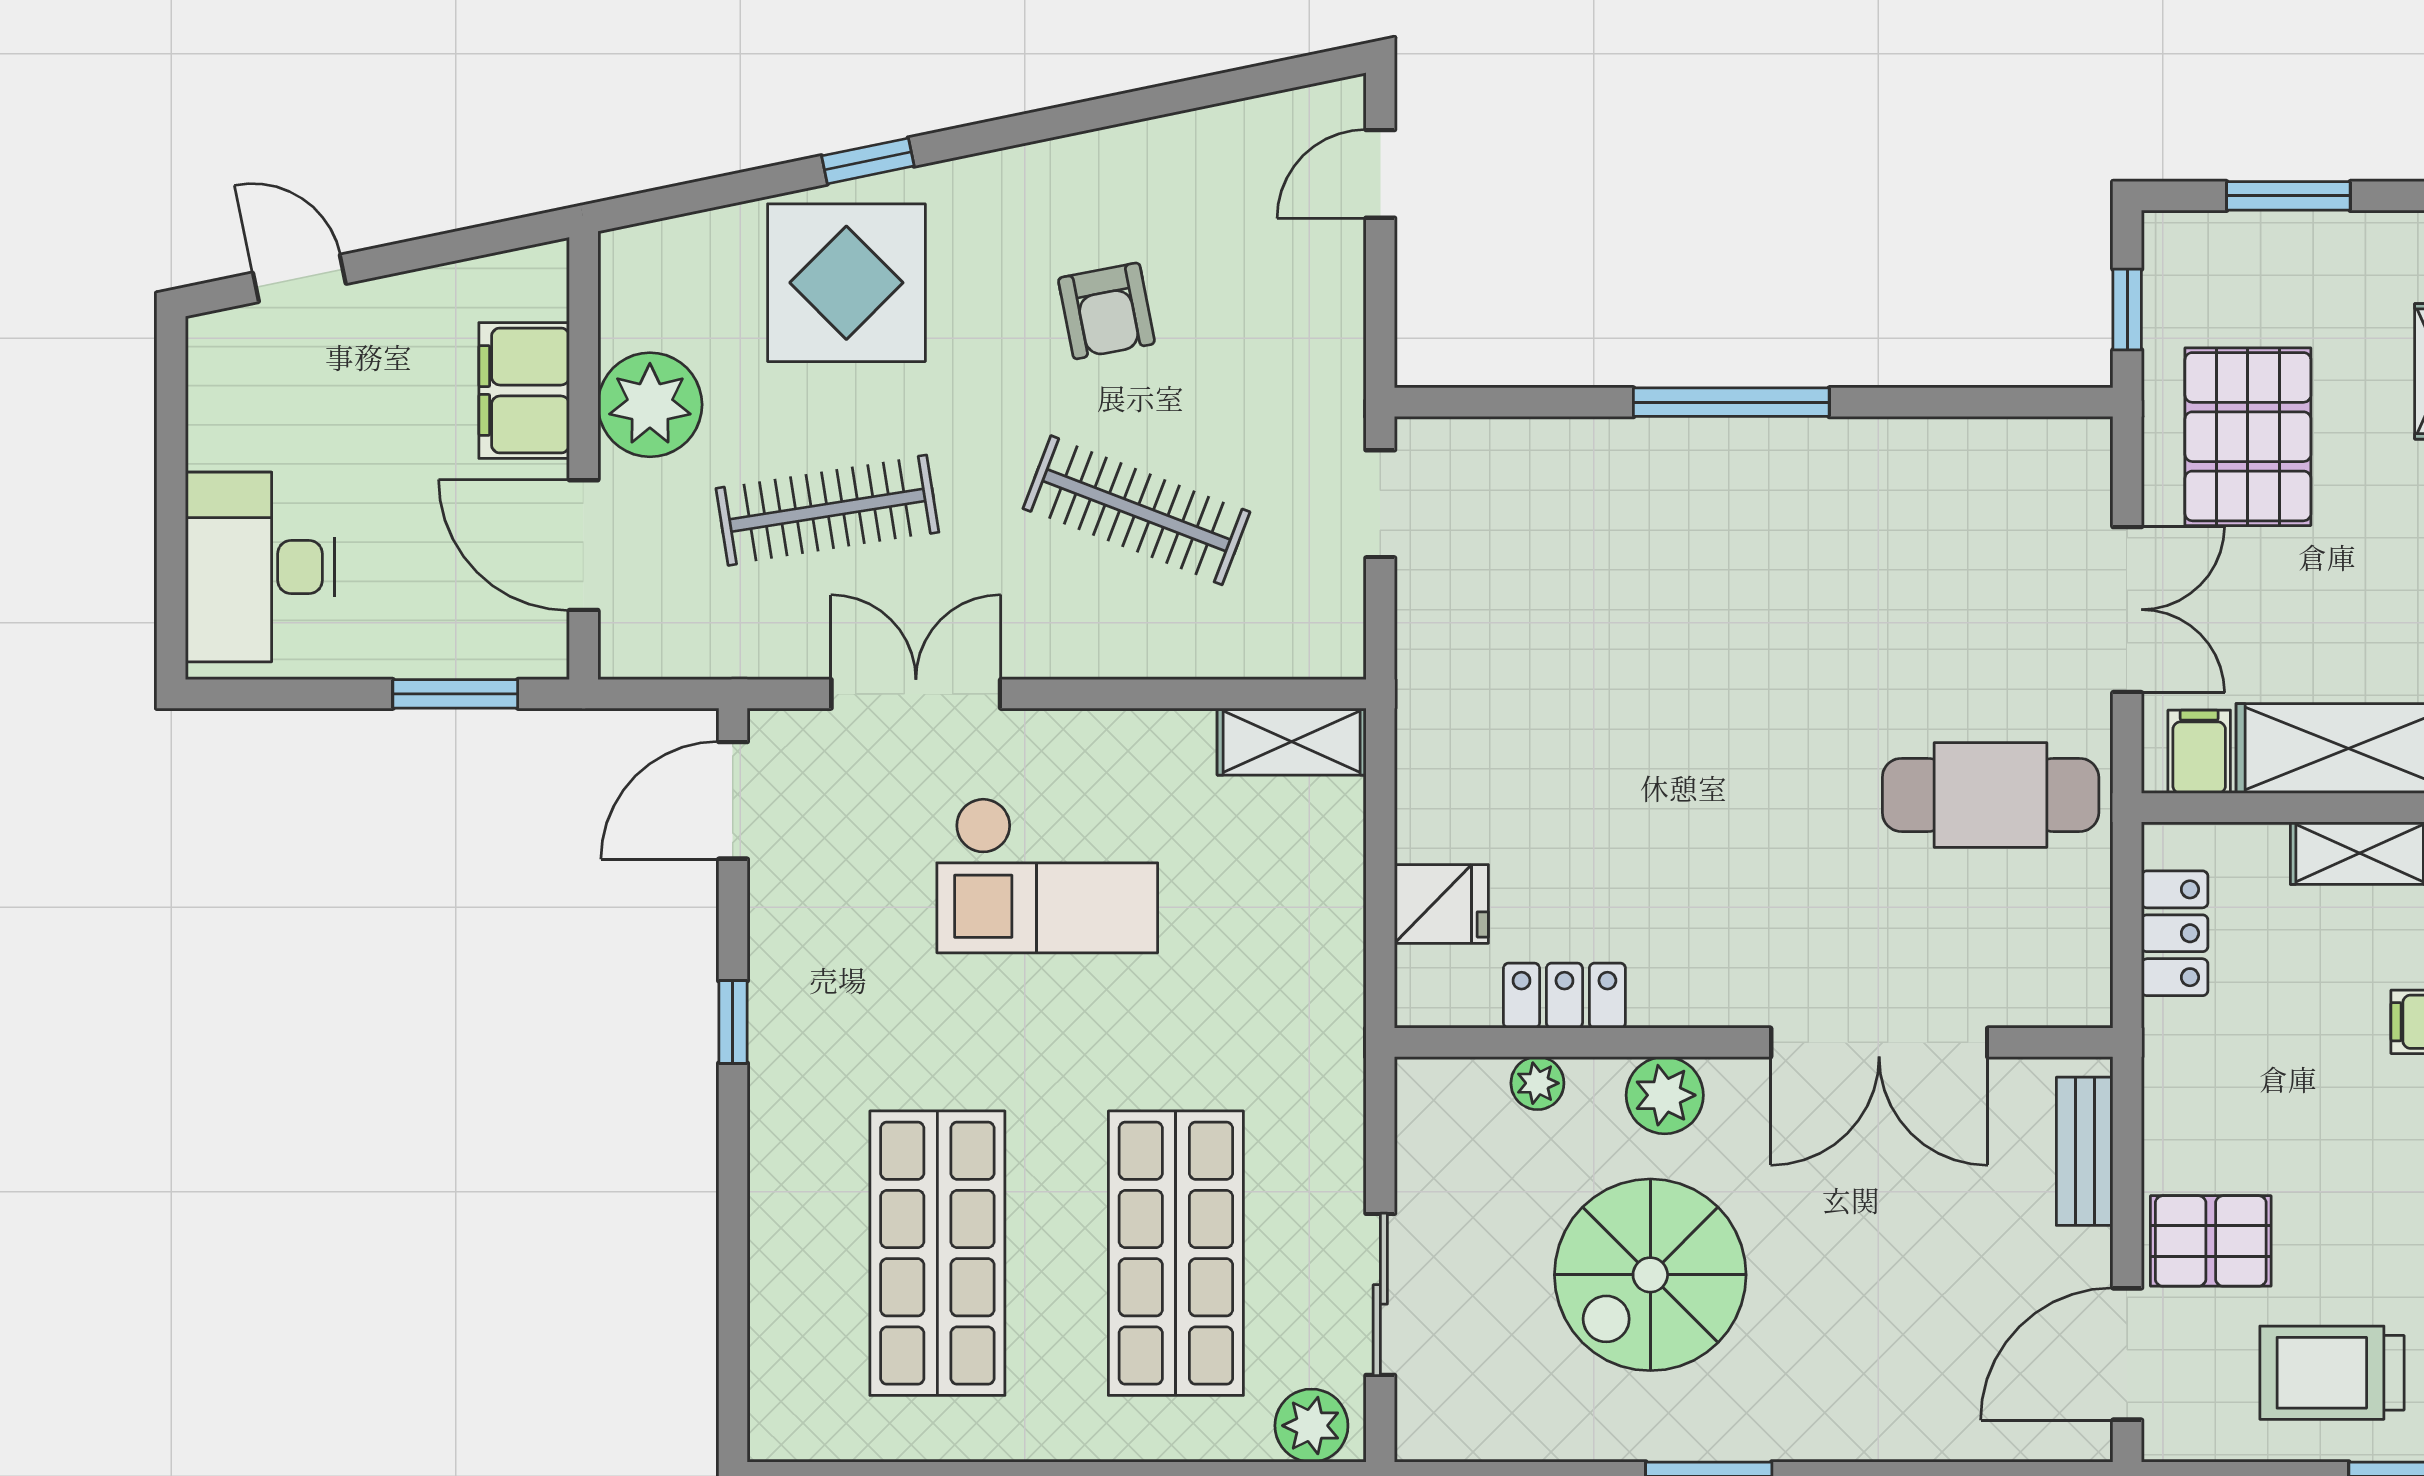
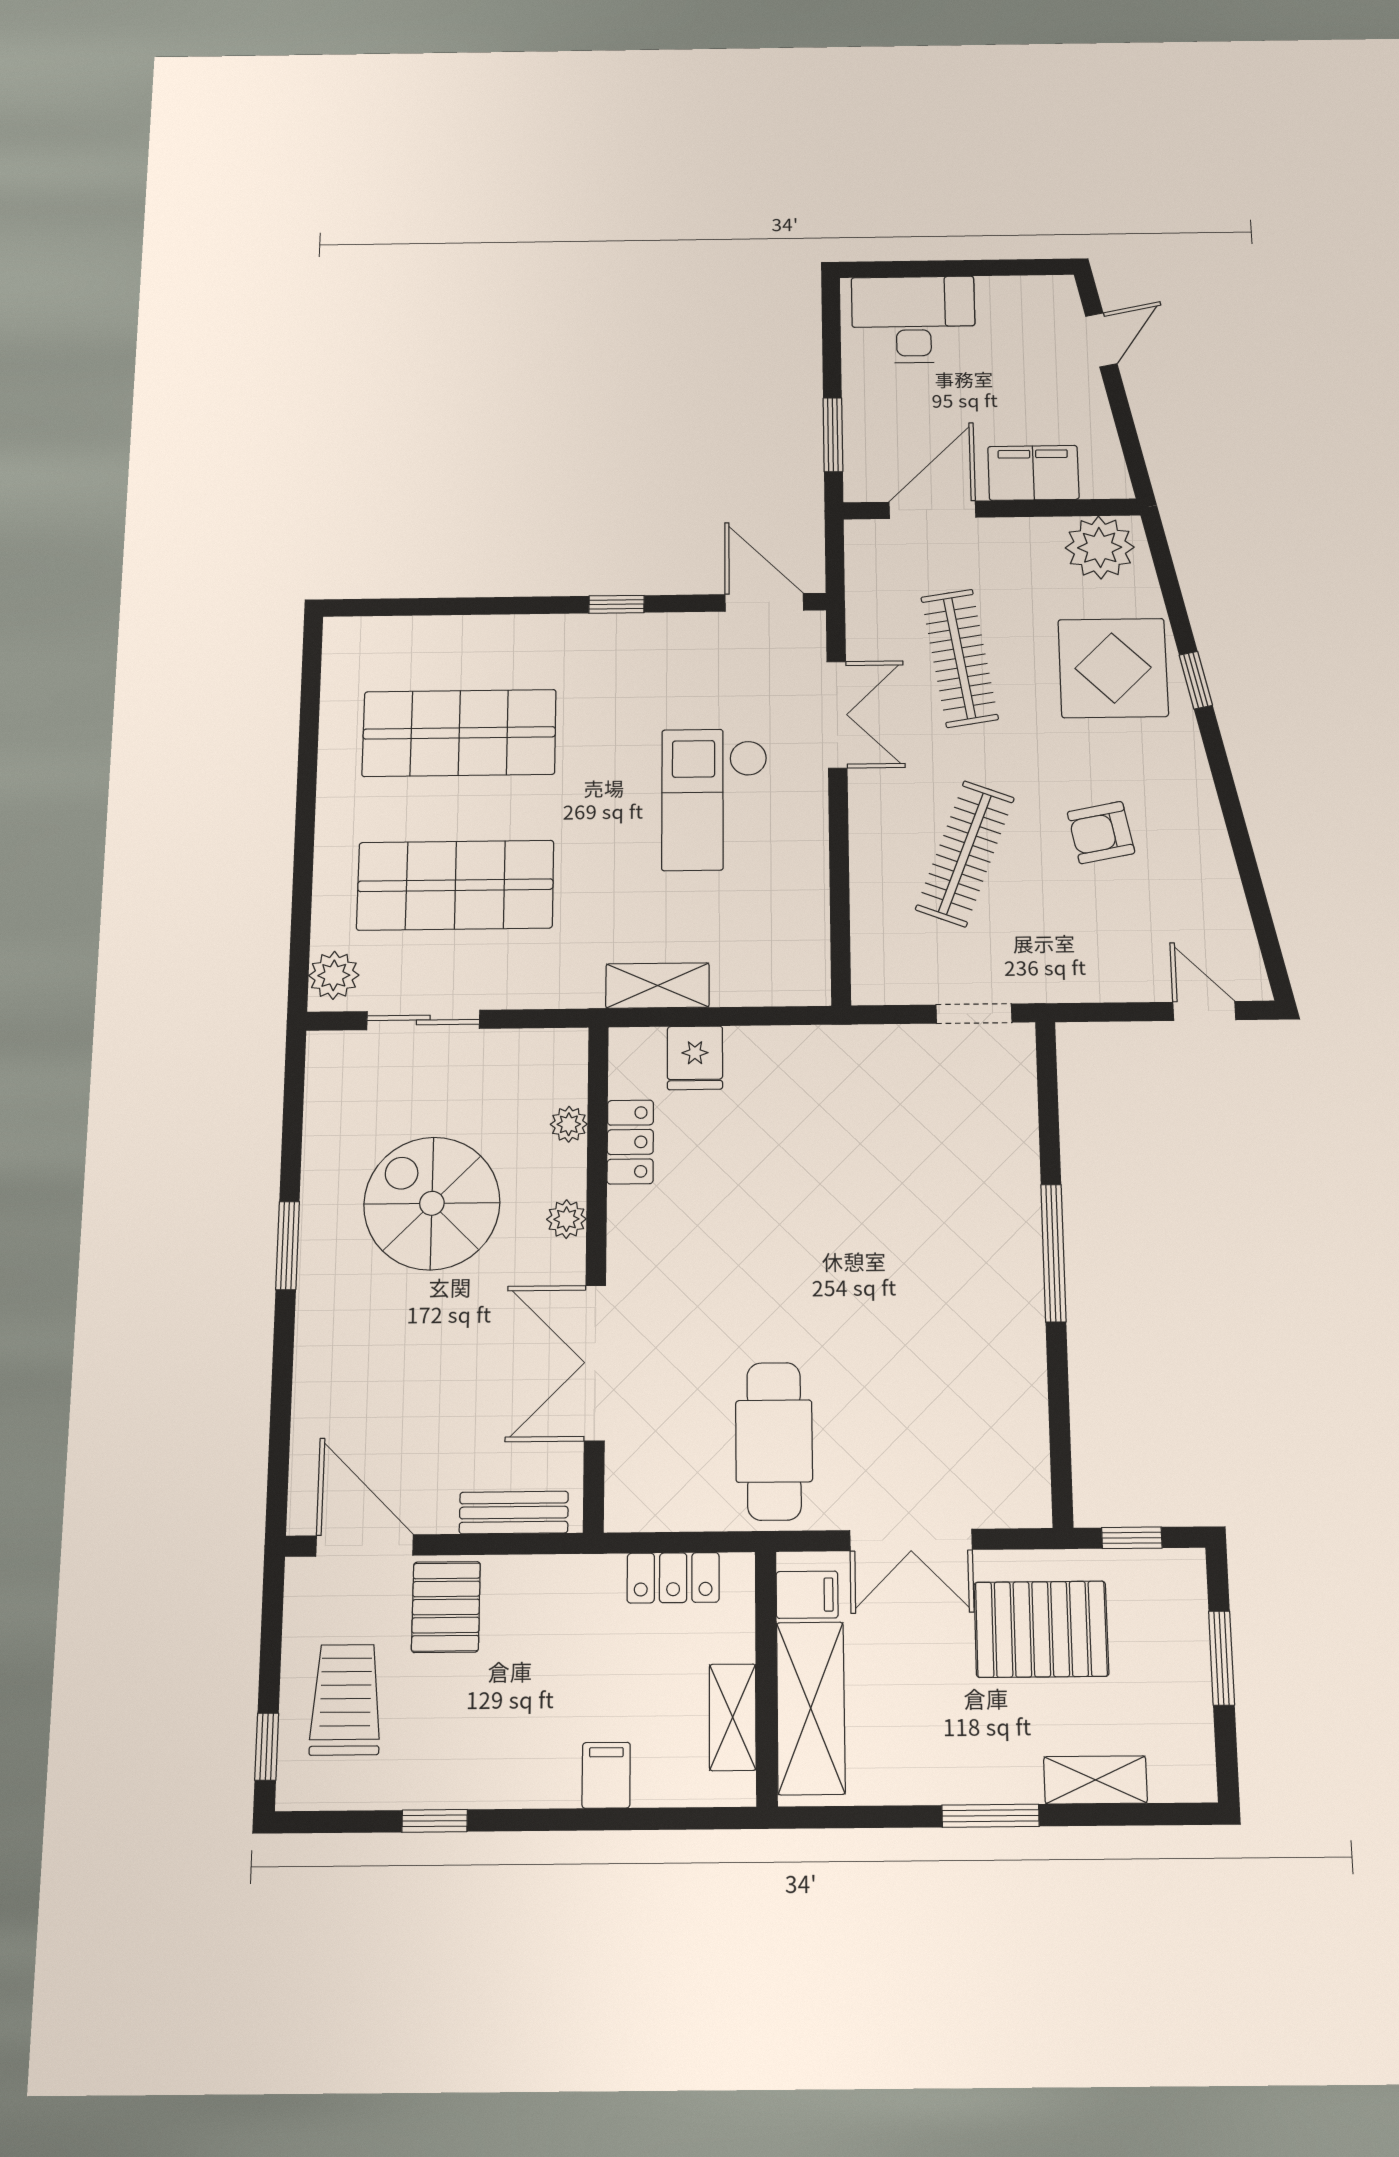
plant: (650, 405) -> (1100, 548), moved
shelving: (1292, 742) -> (657, 986), moved, turned 90
plant: (1665, 1095) -> (566, 1219), width x0.73, depth x0.73

